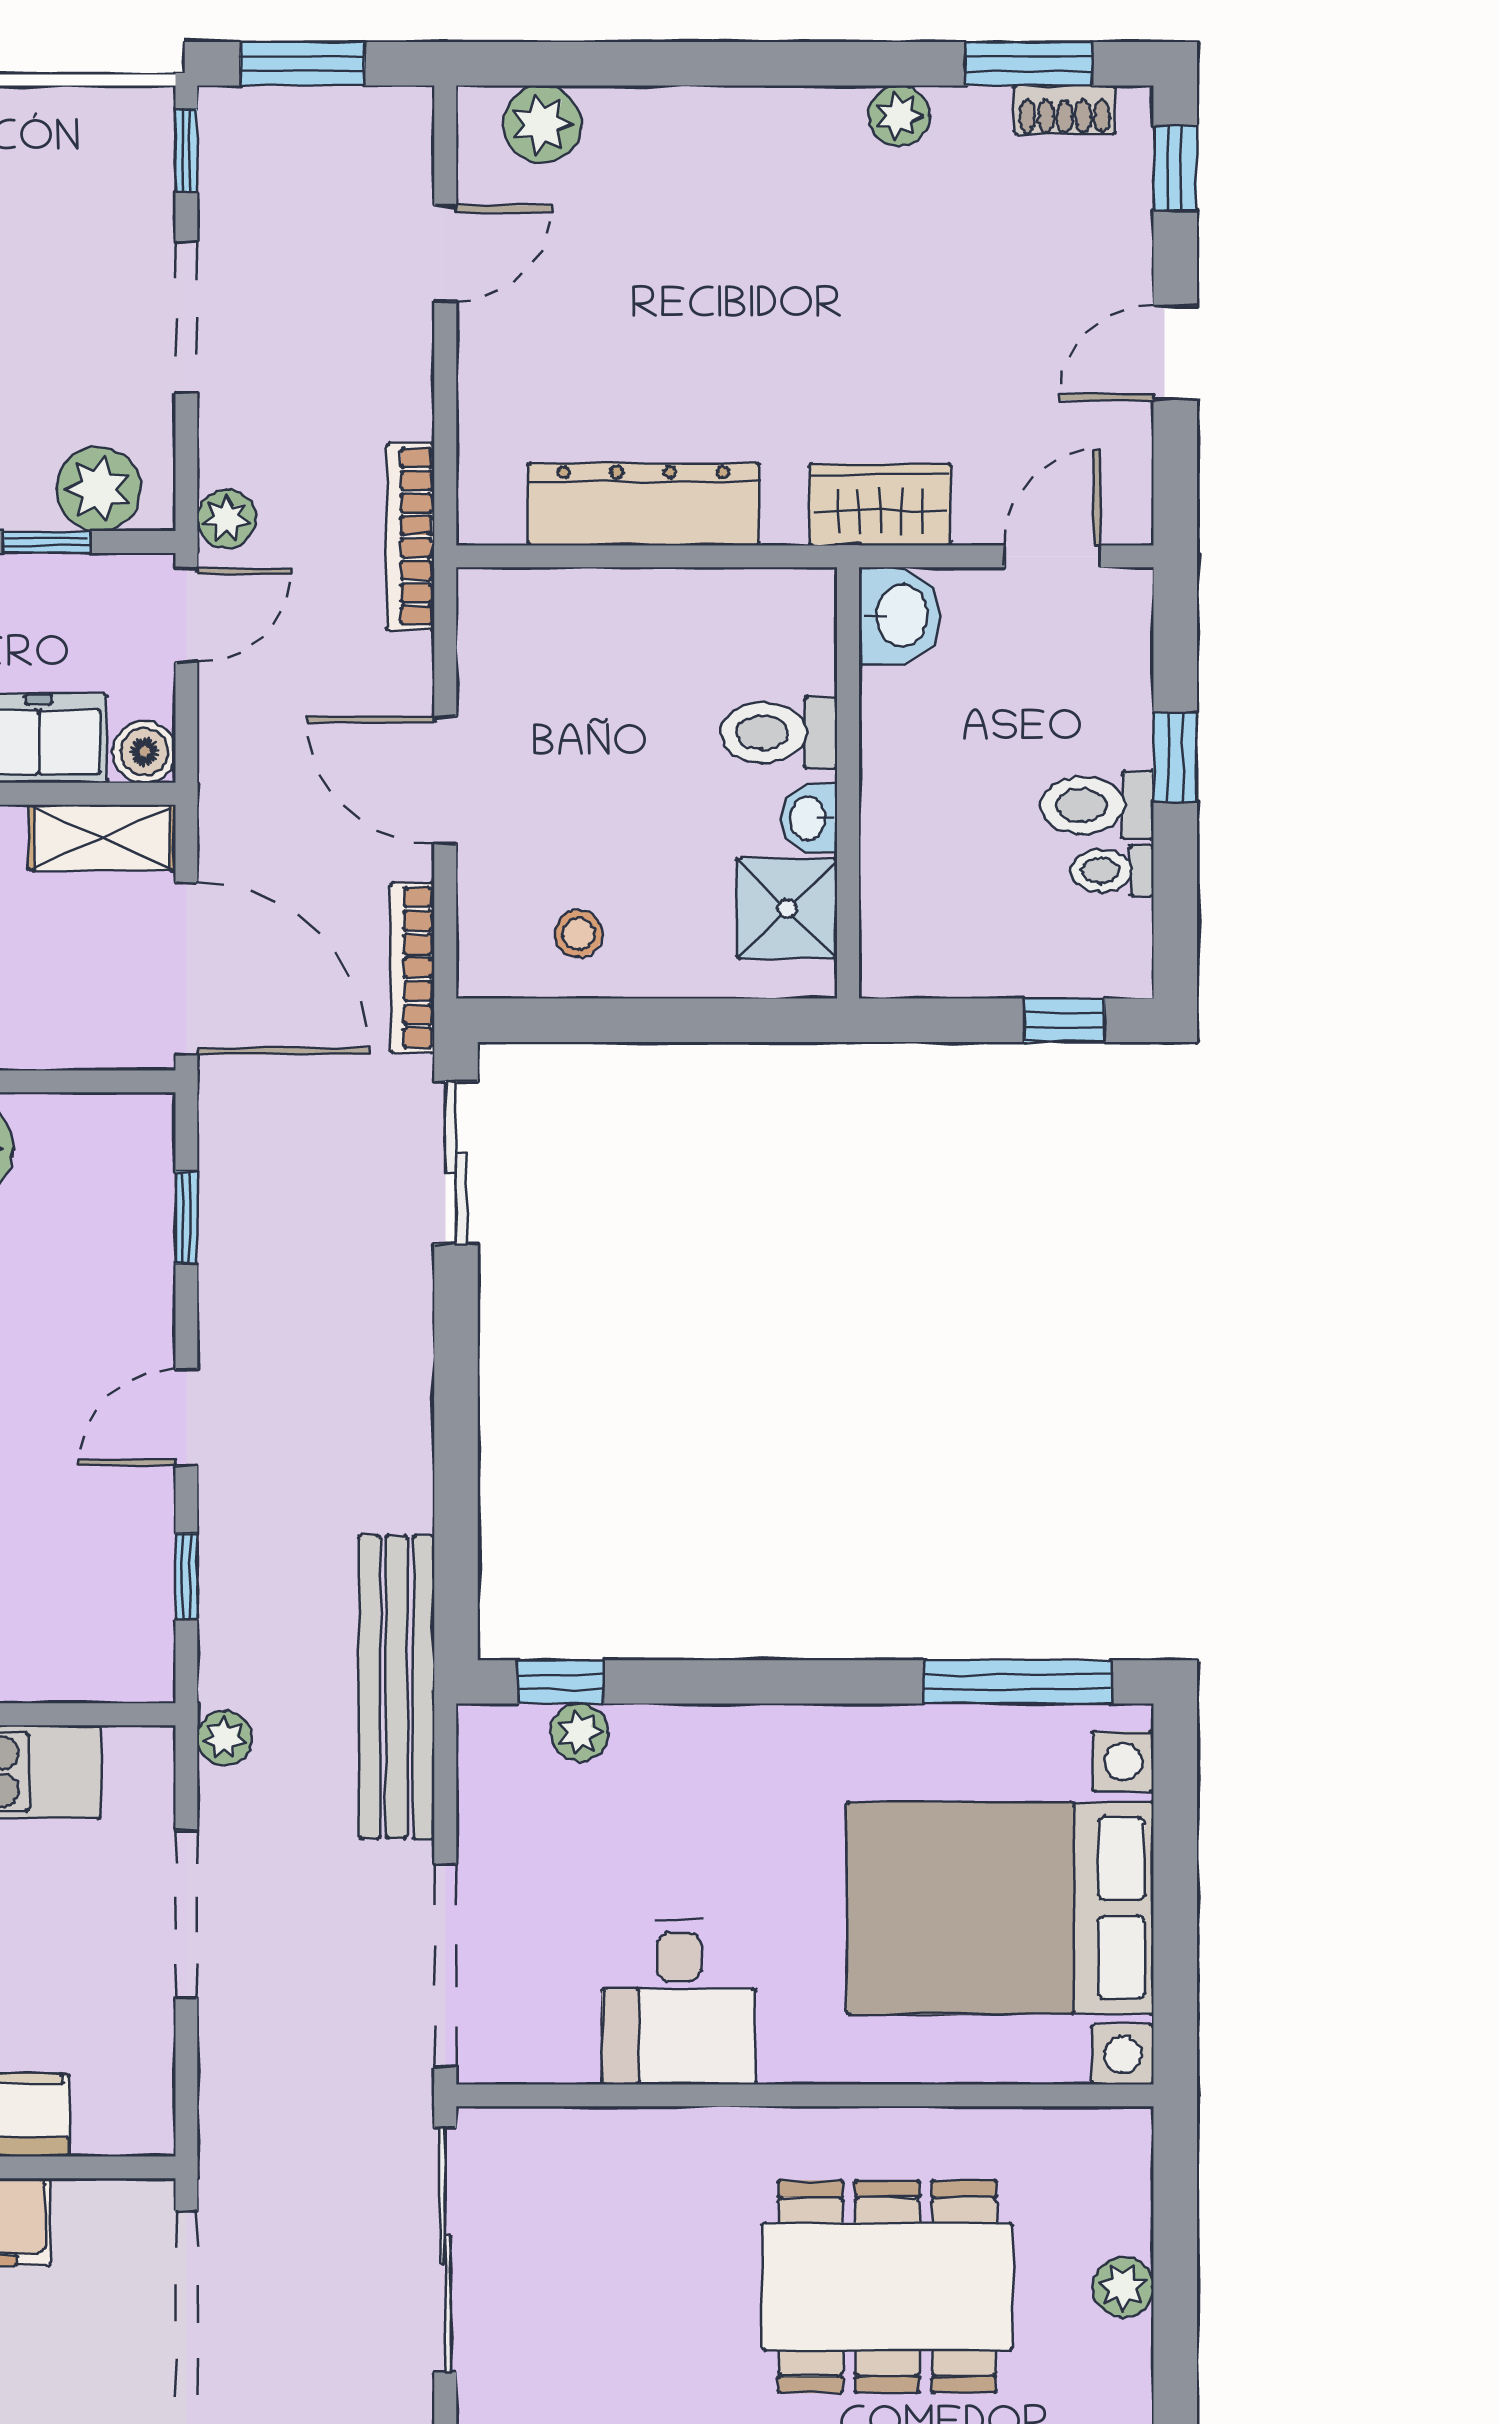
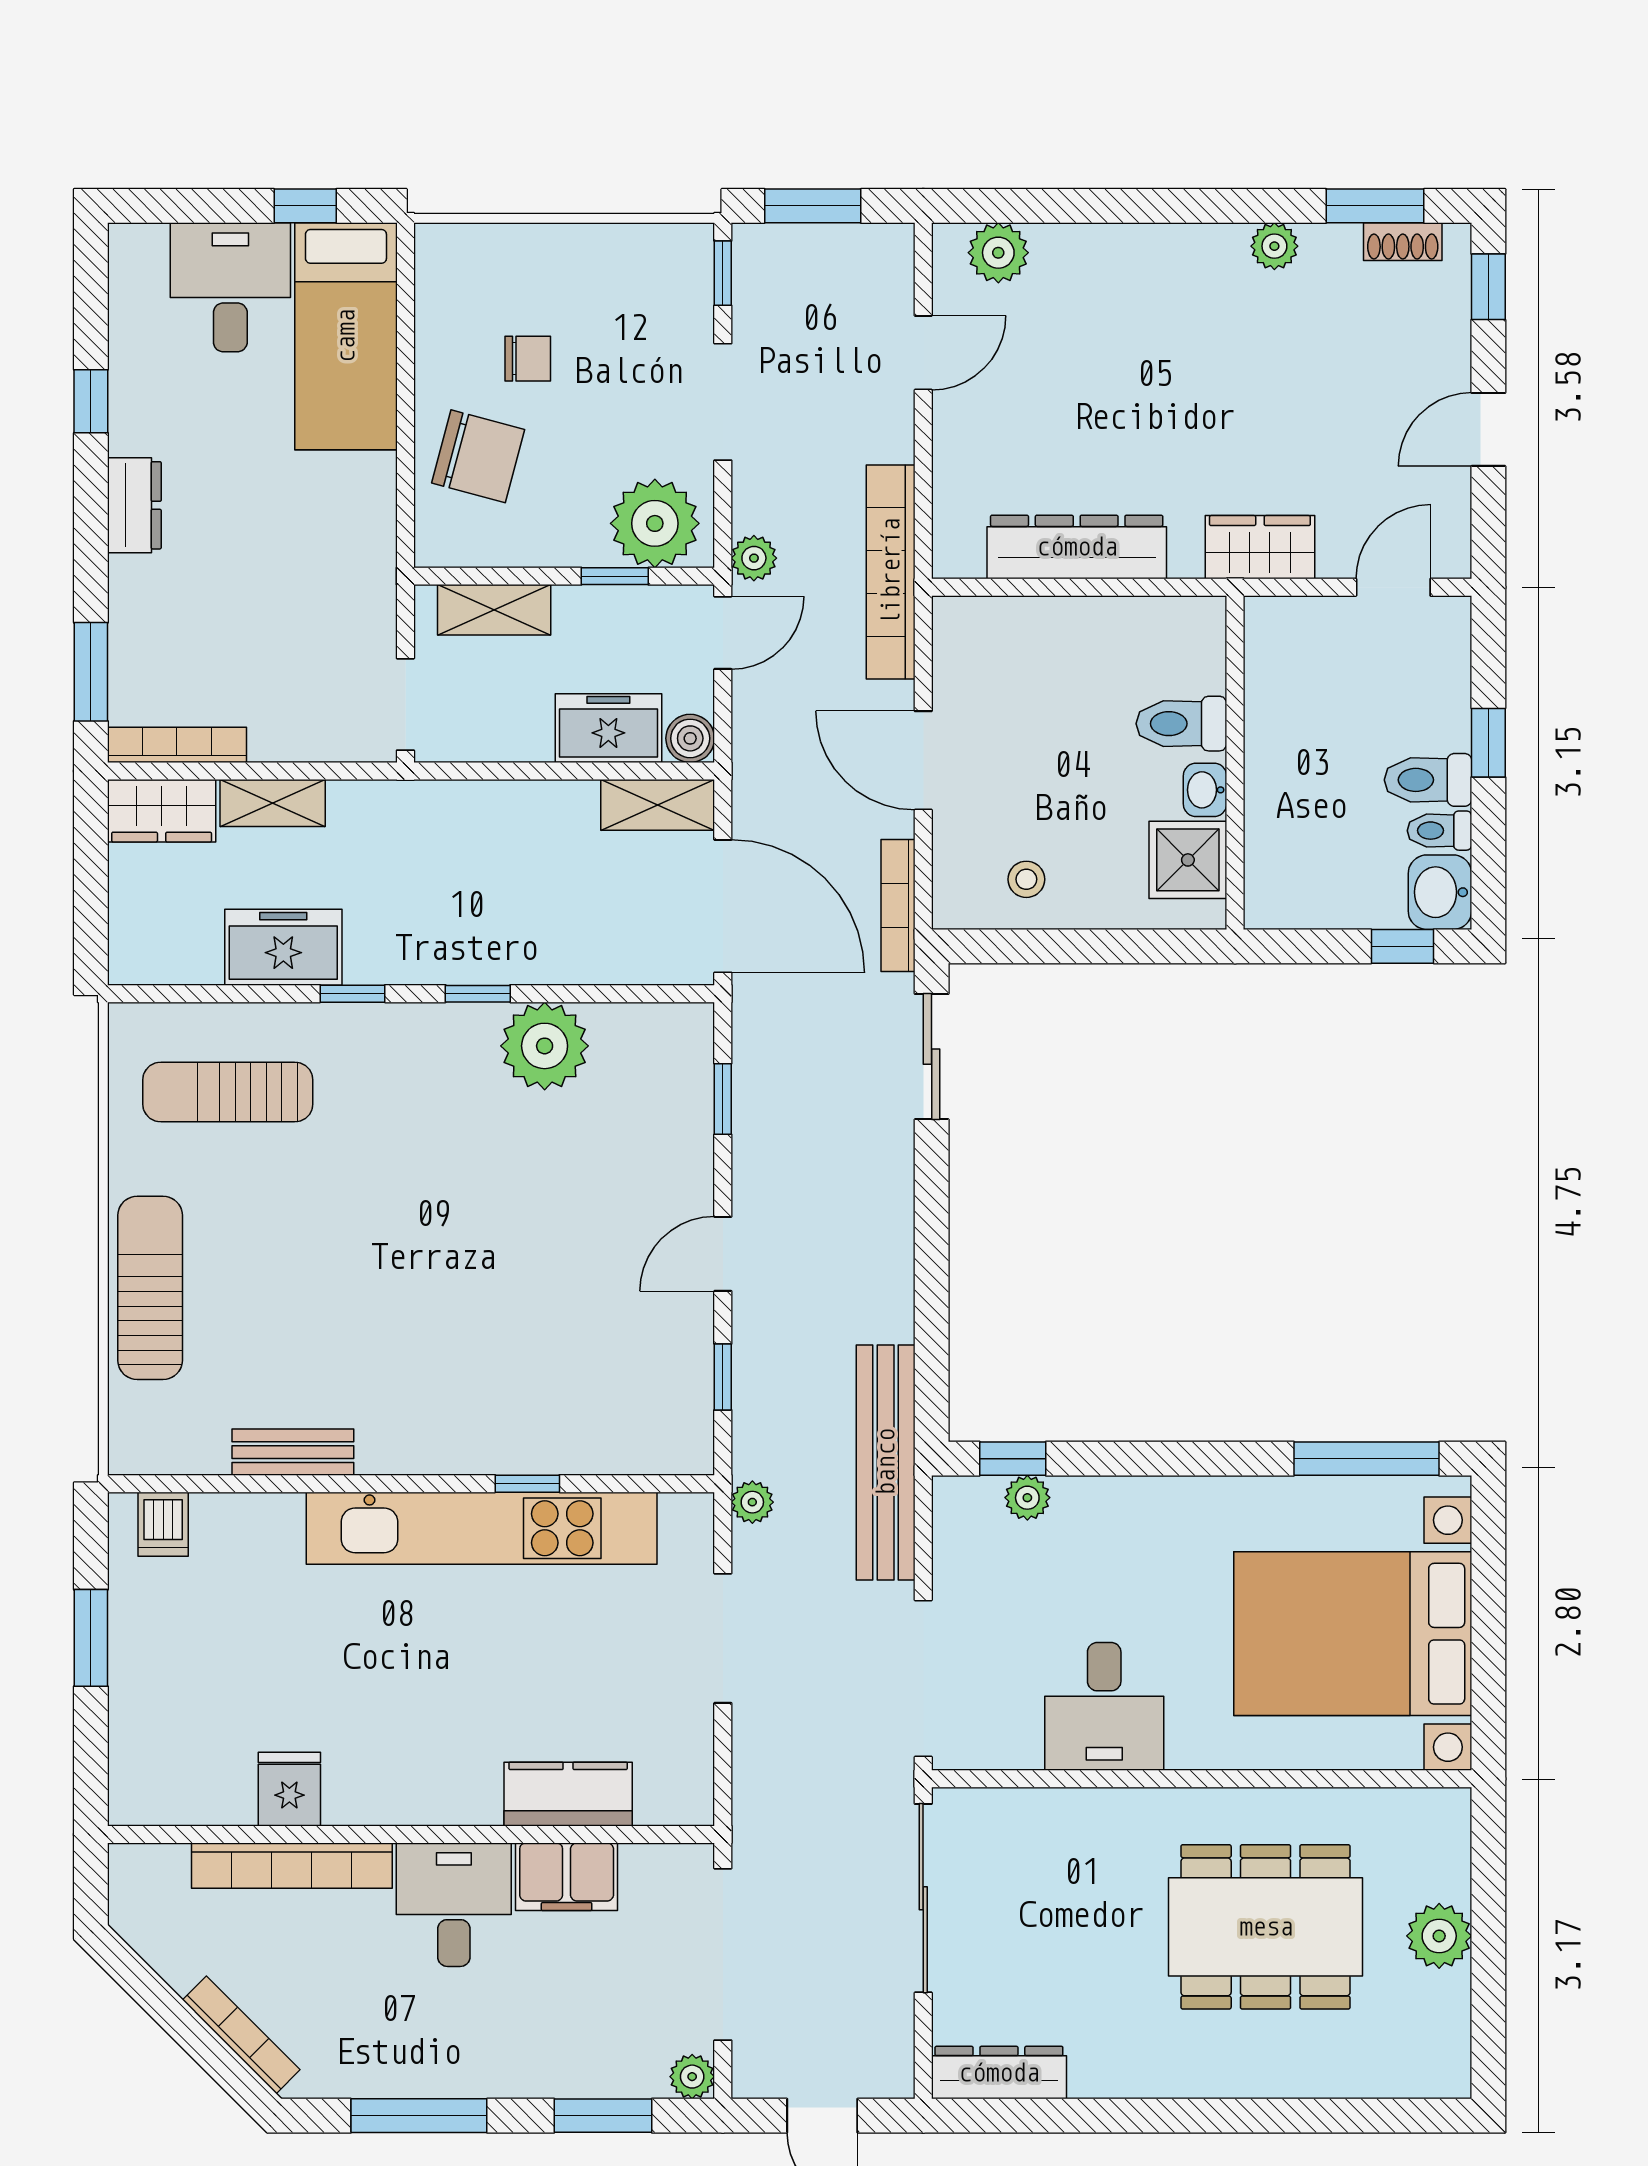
plant: (99, 489) -> (655, 523), width x1.36, depth x1.36
bookcase: (411, 537) -> (891, 572), width x1.48, depth x1.31
washbasin: (900, 616) -> (1440, 892), moved, turned 180
plant: (1123, 2287) -> (1439, 1936), width x1.38, depth x1.38

